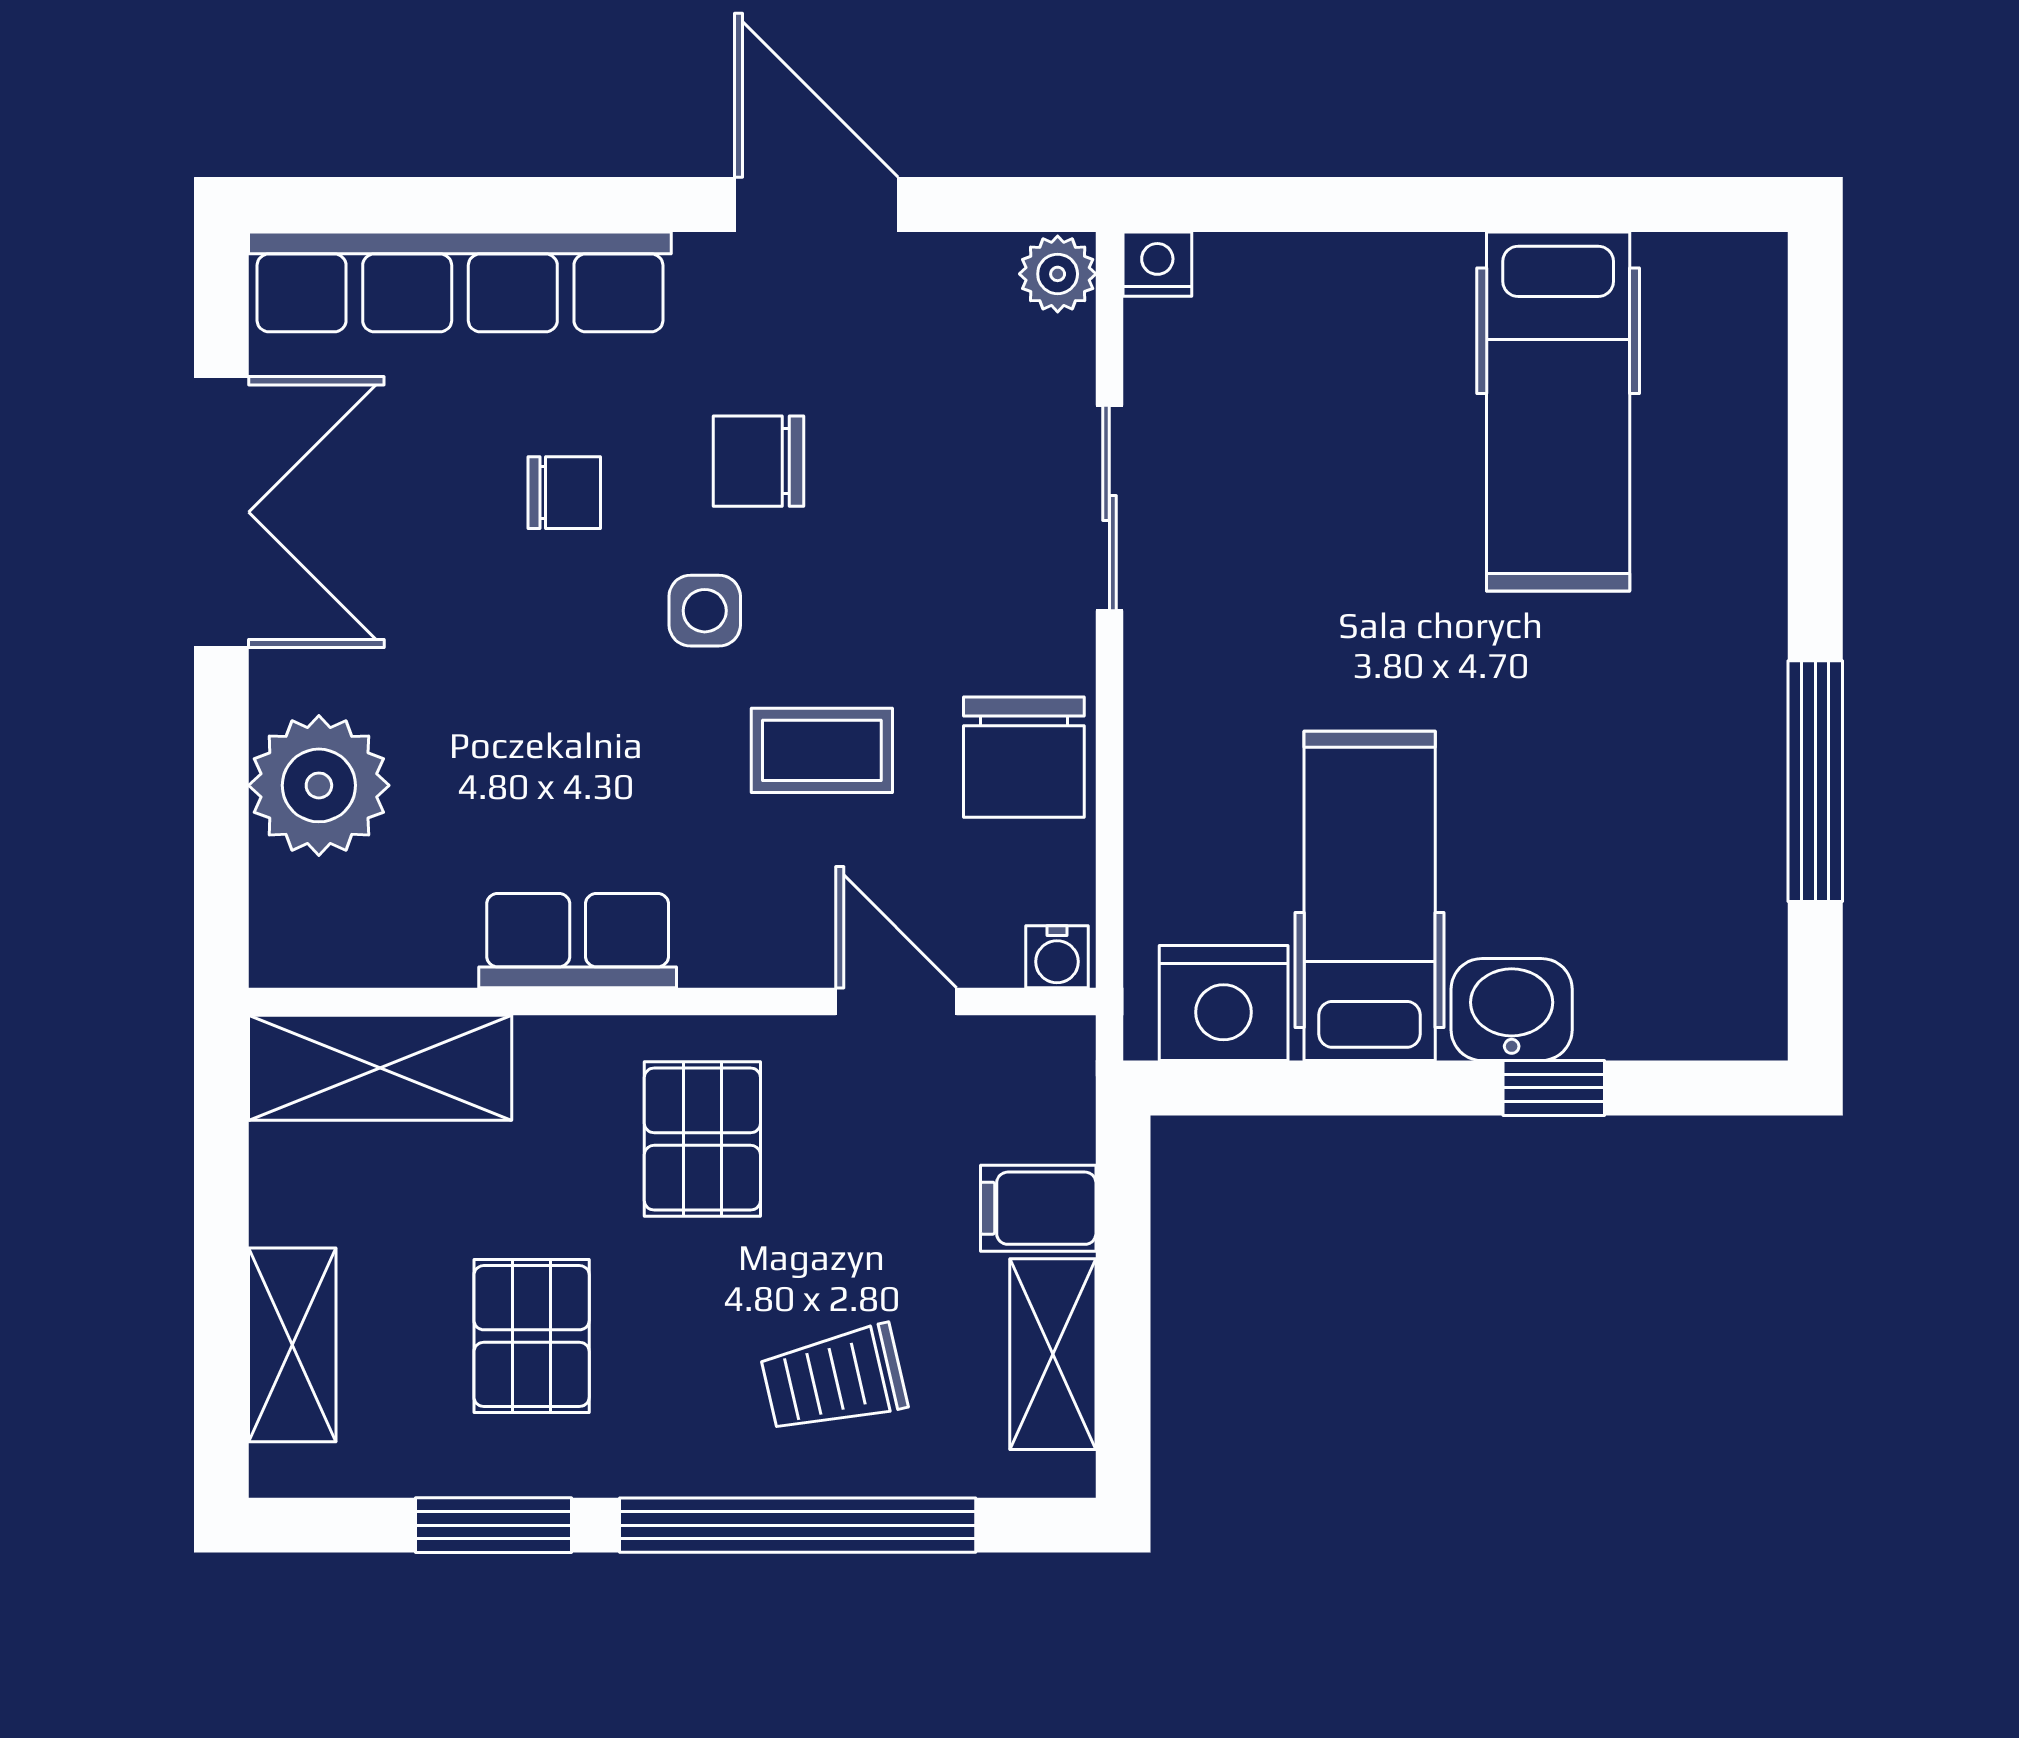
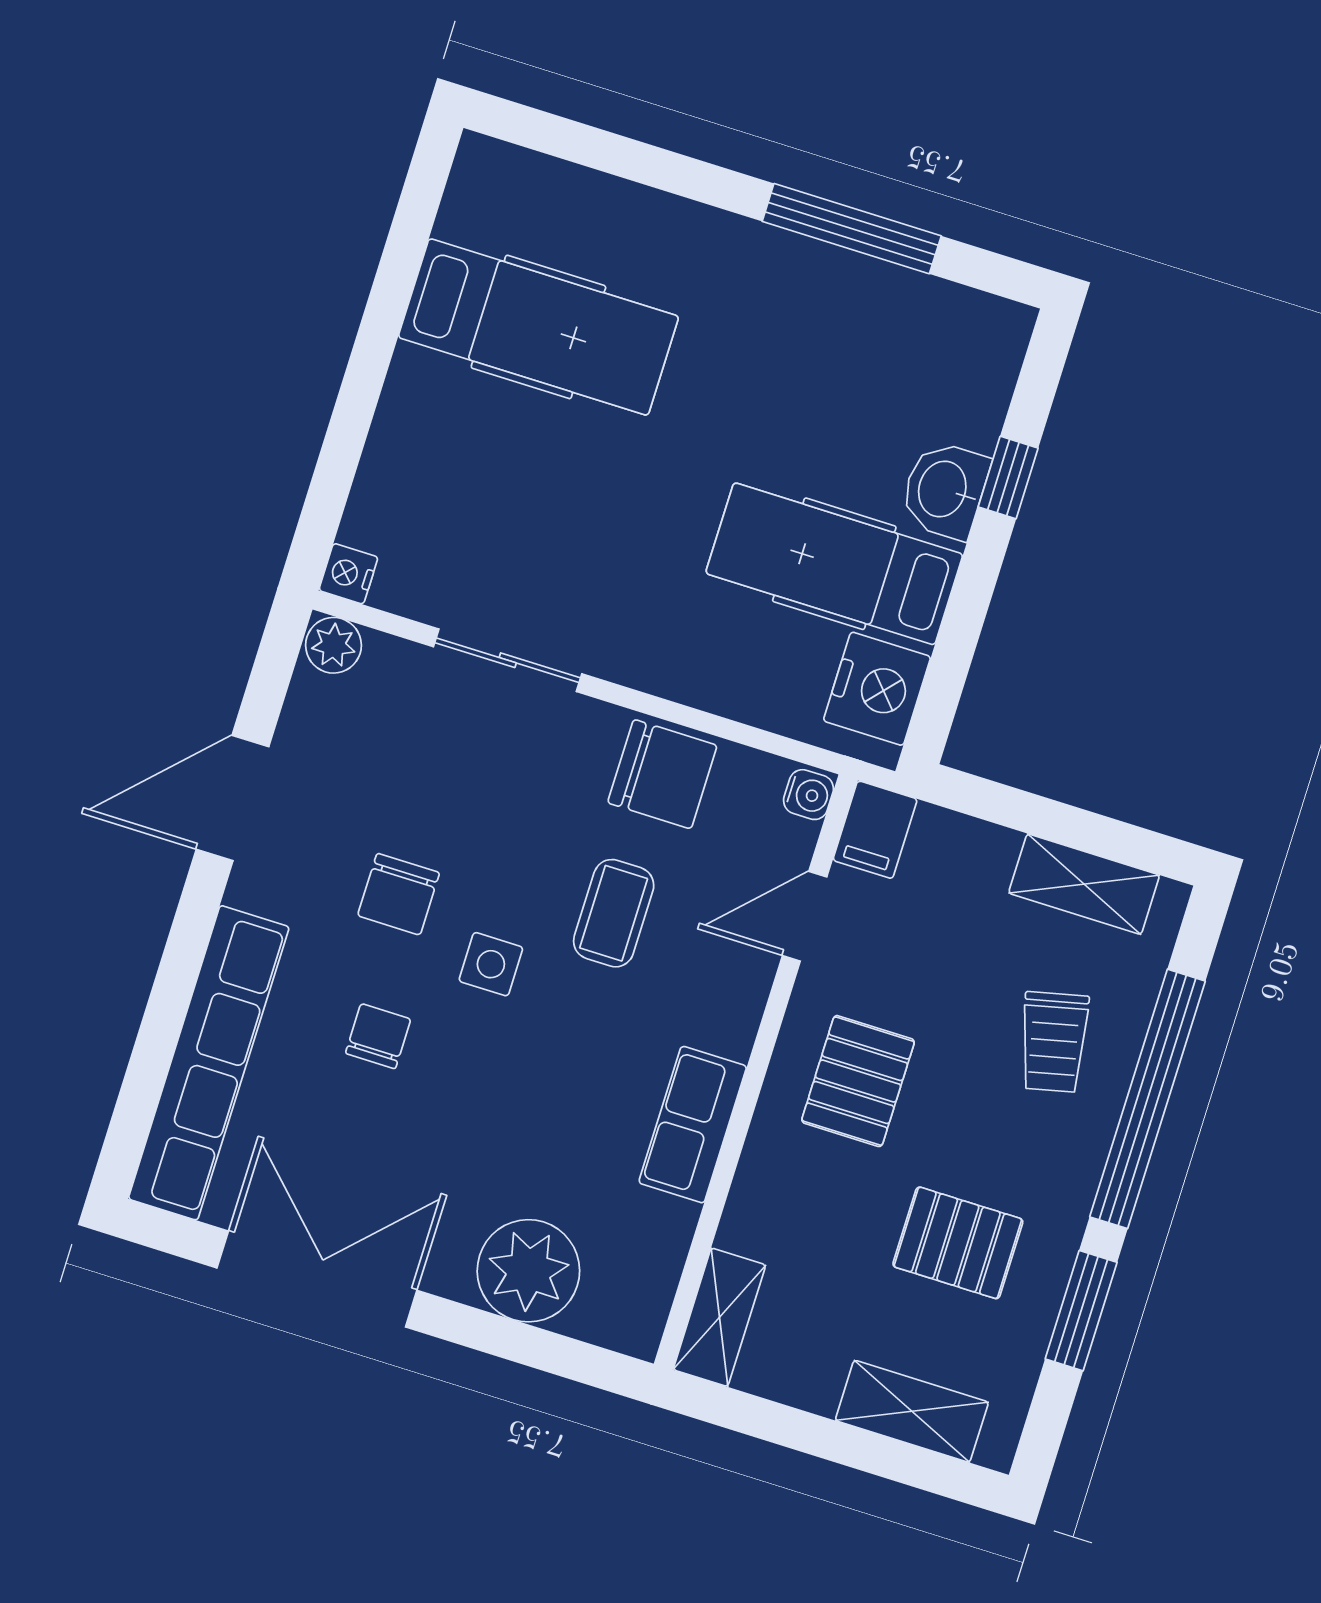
shelving: (380, 1068) -> (719, 1317), width x0.67, depth x0.75
pallet: (702, 1139) -> (858, 1081), turned 90
filing cabinet: (1038, 1208) -> (875, 830), moved

